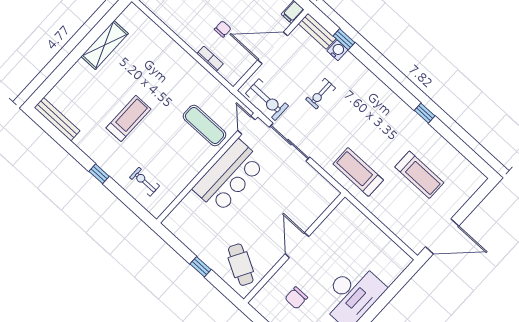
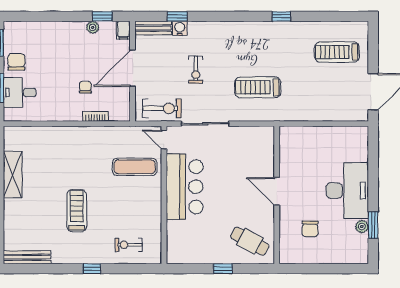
treadmill: (358, 172) -> (258, 87), moved
treadmill: (419, 175) -> (337, 52), moved, turned 180

